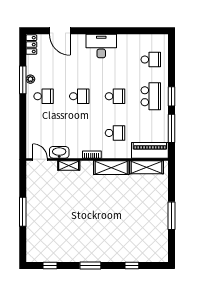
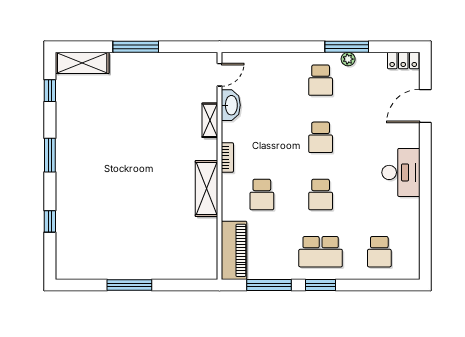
shelving: (147, 167) -> (82, 63), moved, turned 90

